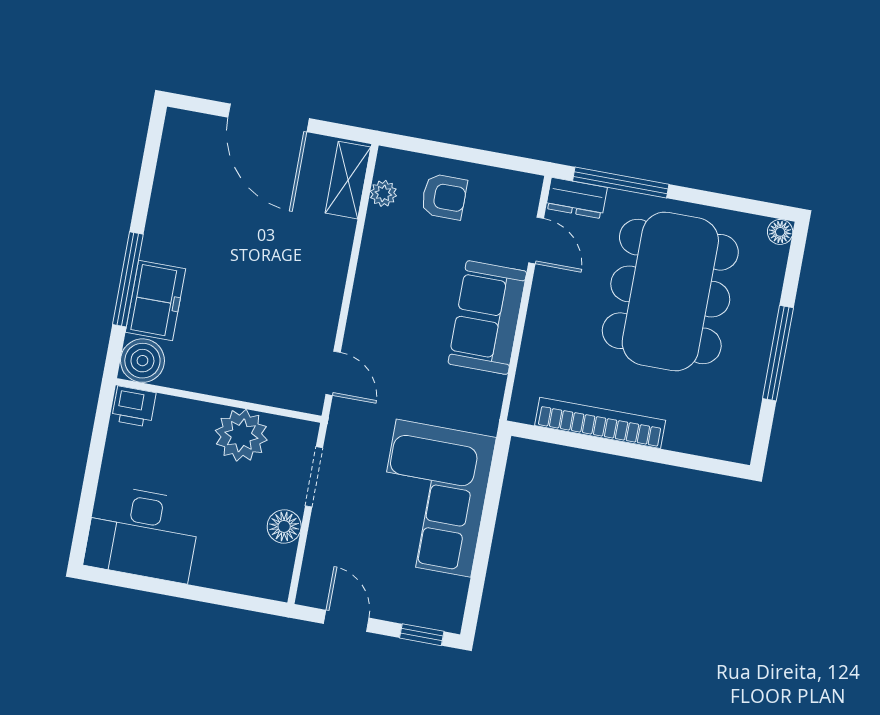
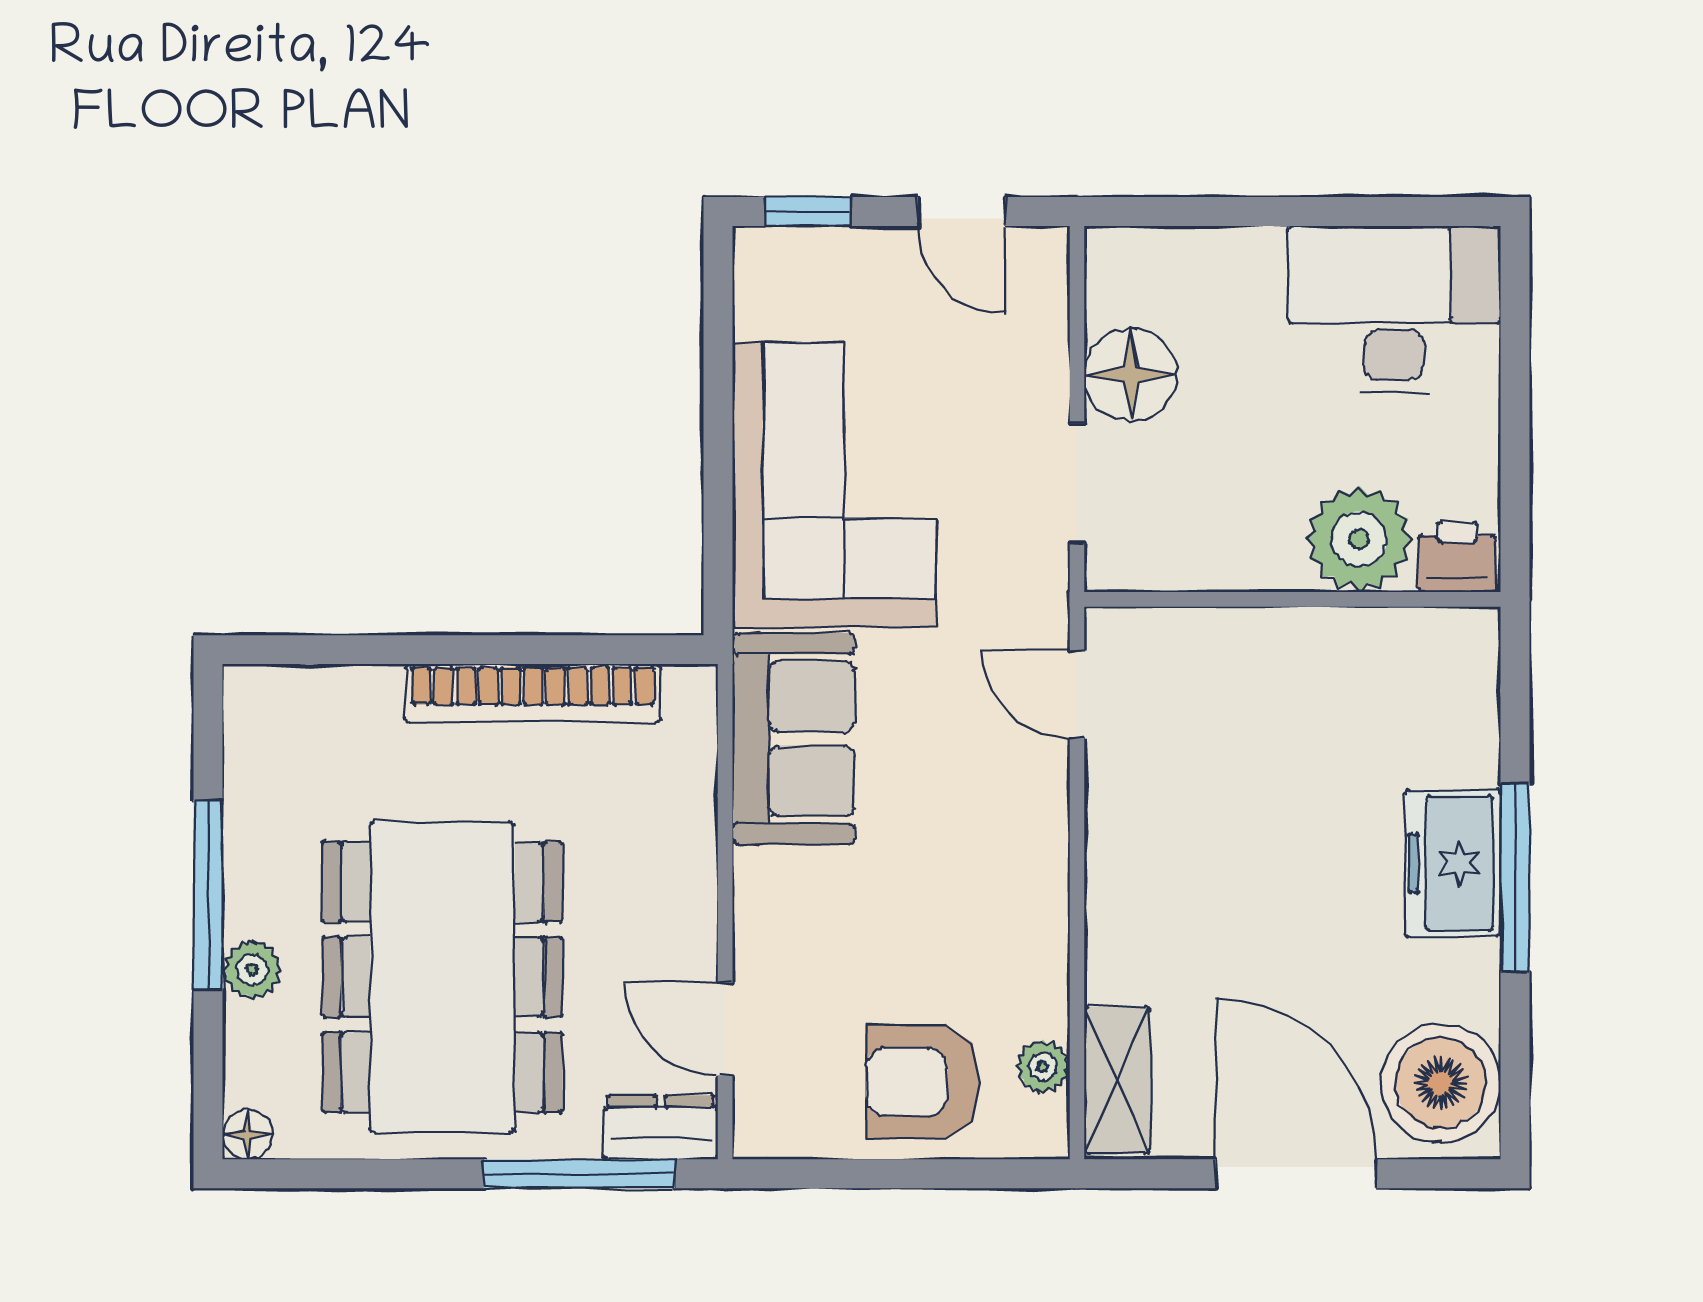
armchair: (444, 197) -> (922, 1082), width x1.38, depth x1.38
window: (128, 279) -> (1515, 878), moved
freezer: (156, 300) -> (1453, 863), moved
plant: (763, 312) -> (252, 970), added
sofa: (487, 318) -> (793, 739), moved
boiler: (142, 361) -> (1441, 1083), moved, width x1.37, depth x1.37
plant: (241, 435) -> (1359, 539), moved
floor lamp: (284, 526) -> (1131, 375), width x1.38, depth x1.38

